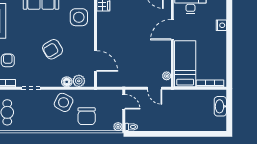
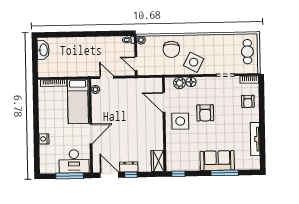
side table: (79, 17) -> (180, 121), moved
armchair: (53, 49) -> (205, 113), turned 121
washbasin: (220, 106) -> (43, 50), moved
chair: (87, 116) -> (171, 49), turned 180

